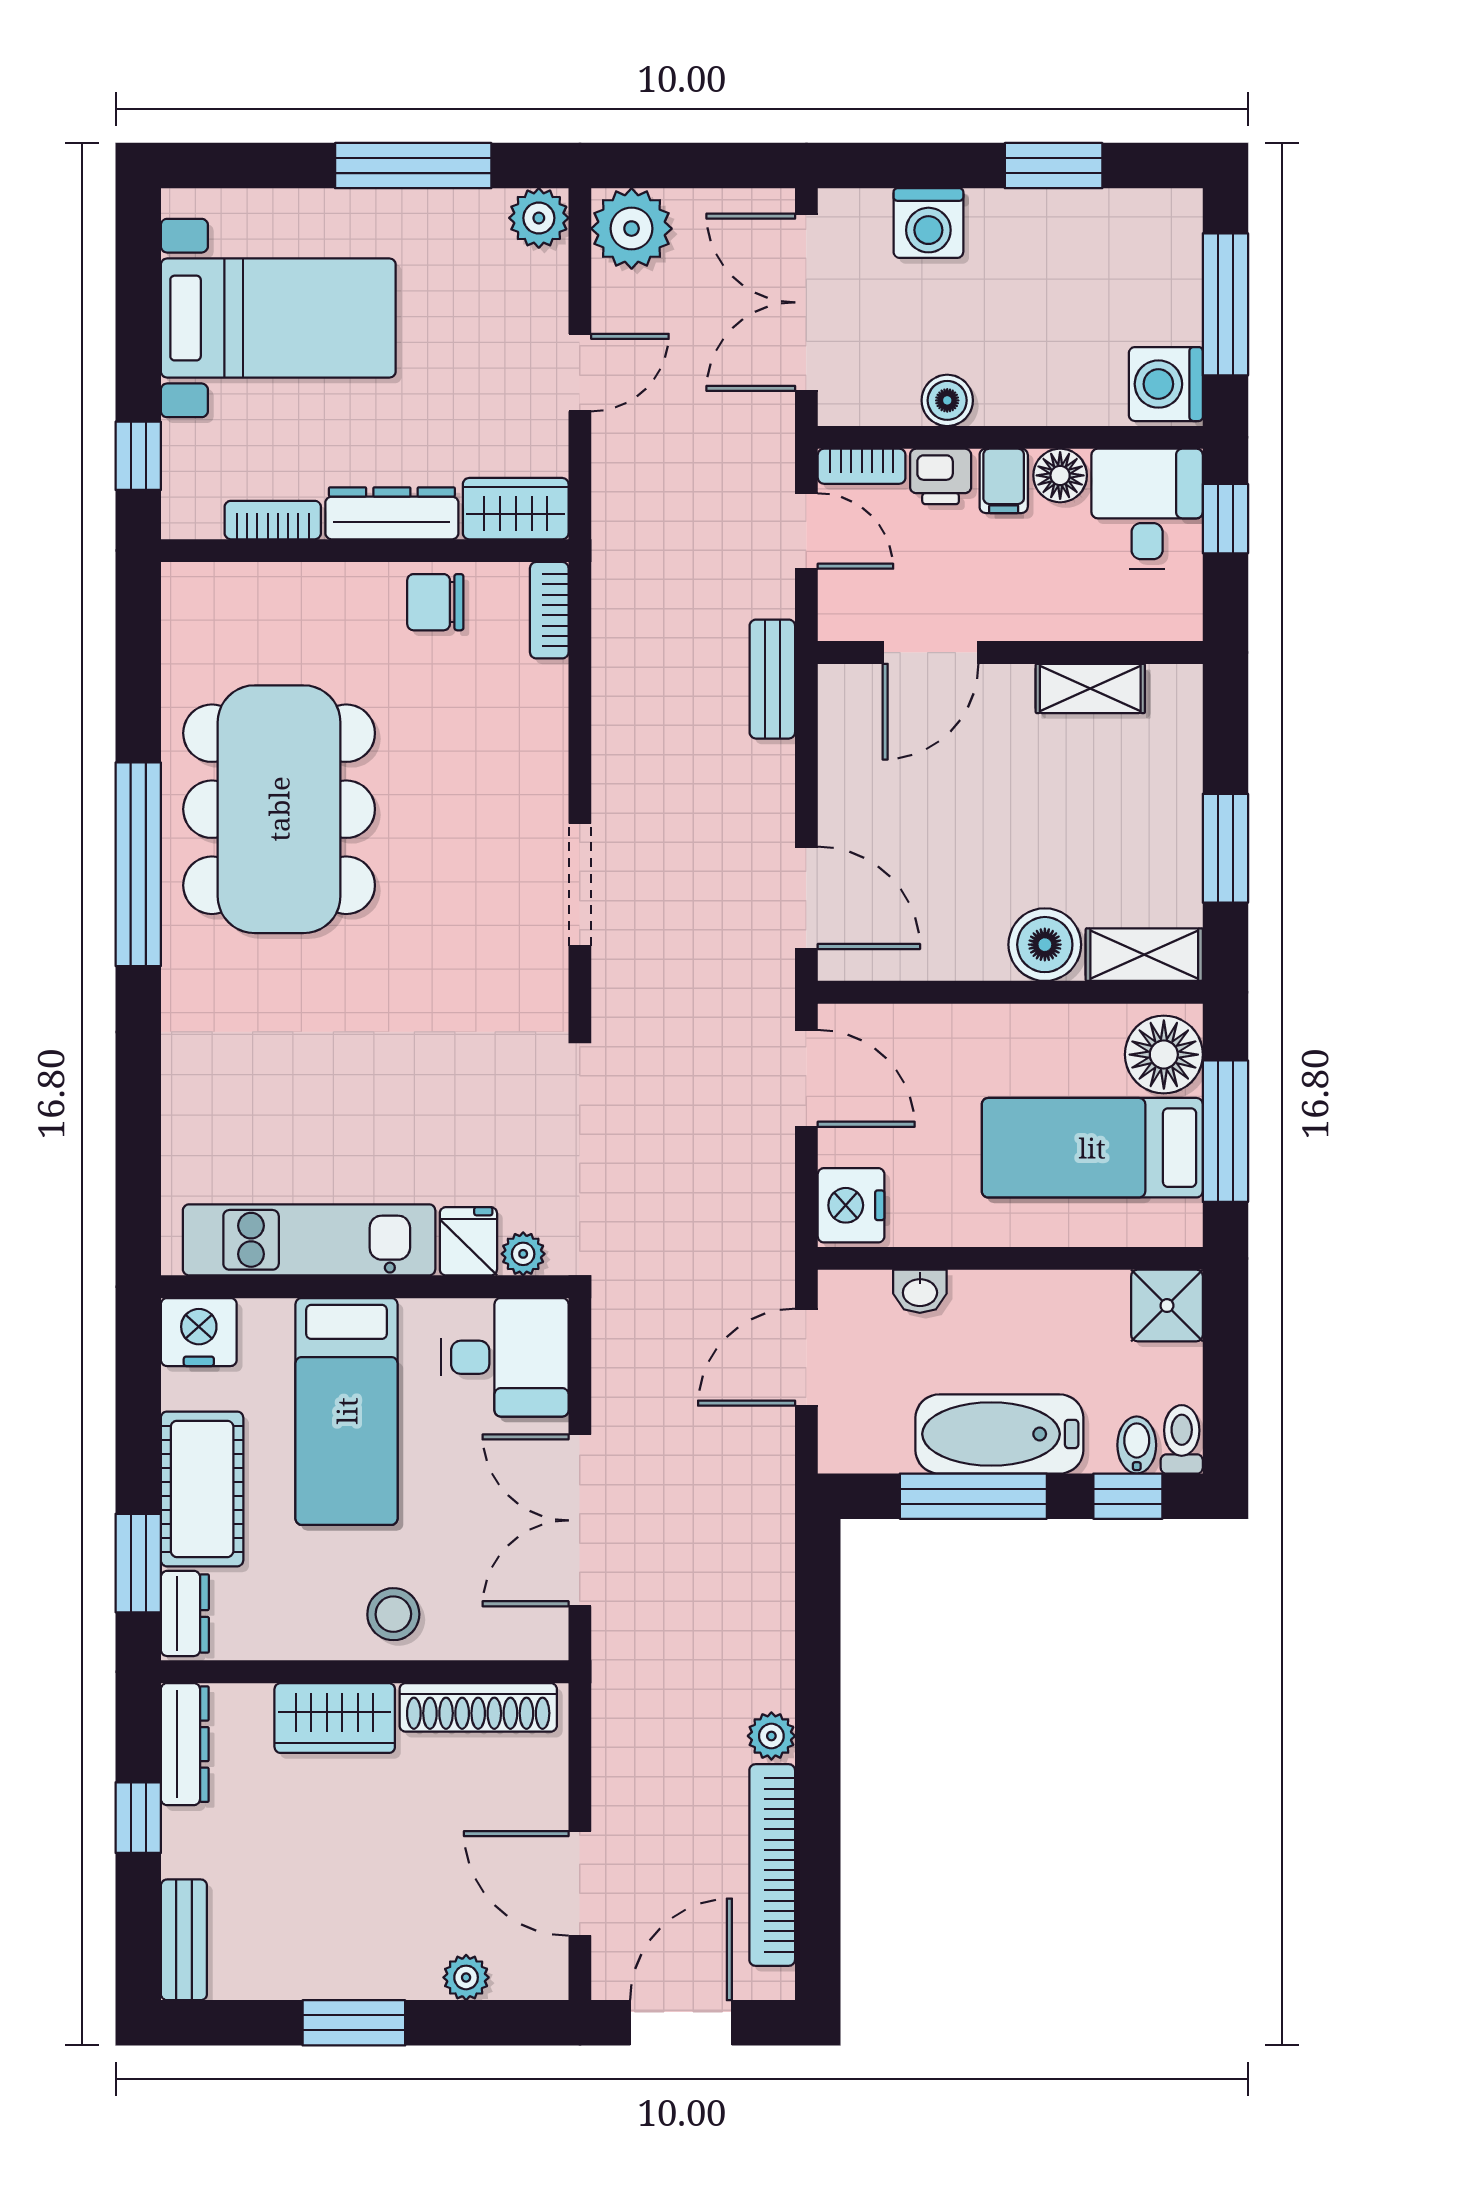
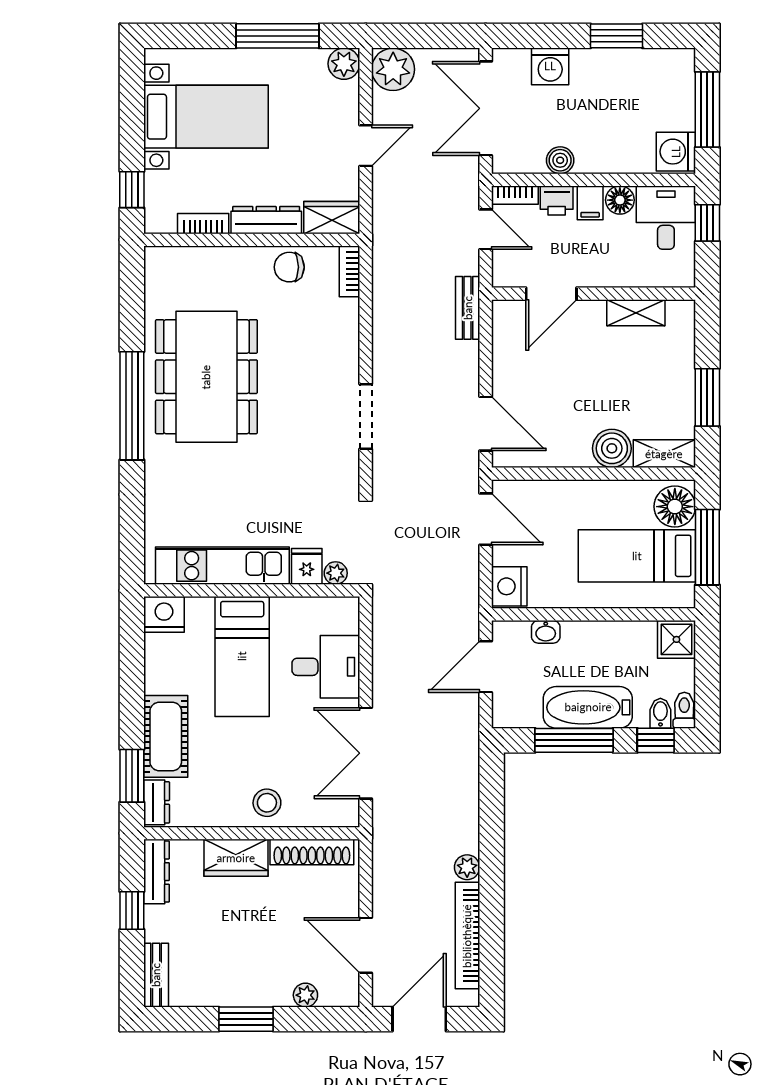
kitchen unit: (309, 1240) -> (222, 566), moved
fridge: (468, 1241) -> (307, 566), moved
plant: (523, 1254) -> (336, 573), moved
wall: (365, 1287) -> (252, 590), moved
nightstand: (199, 1332) -> (164, 614), moved
bed: (347, 1411) -> (242, 656), moved

